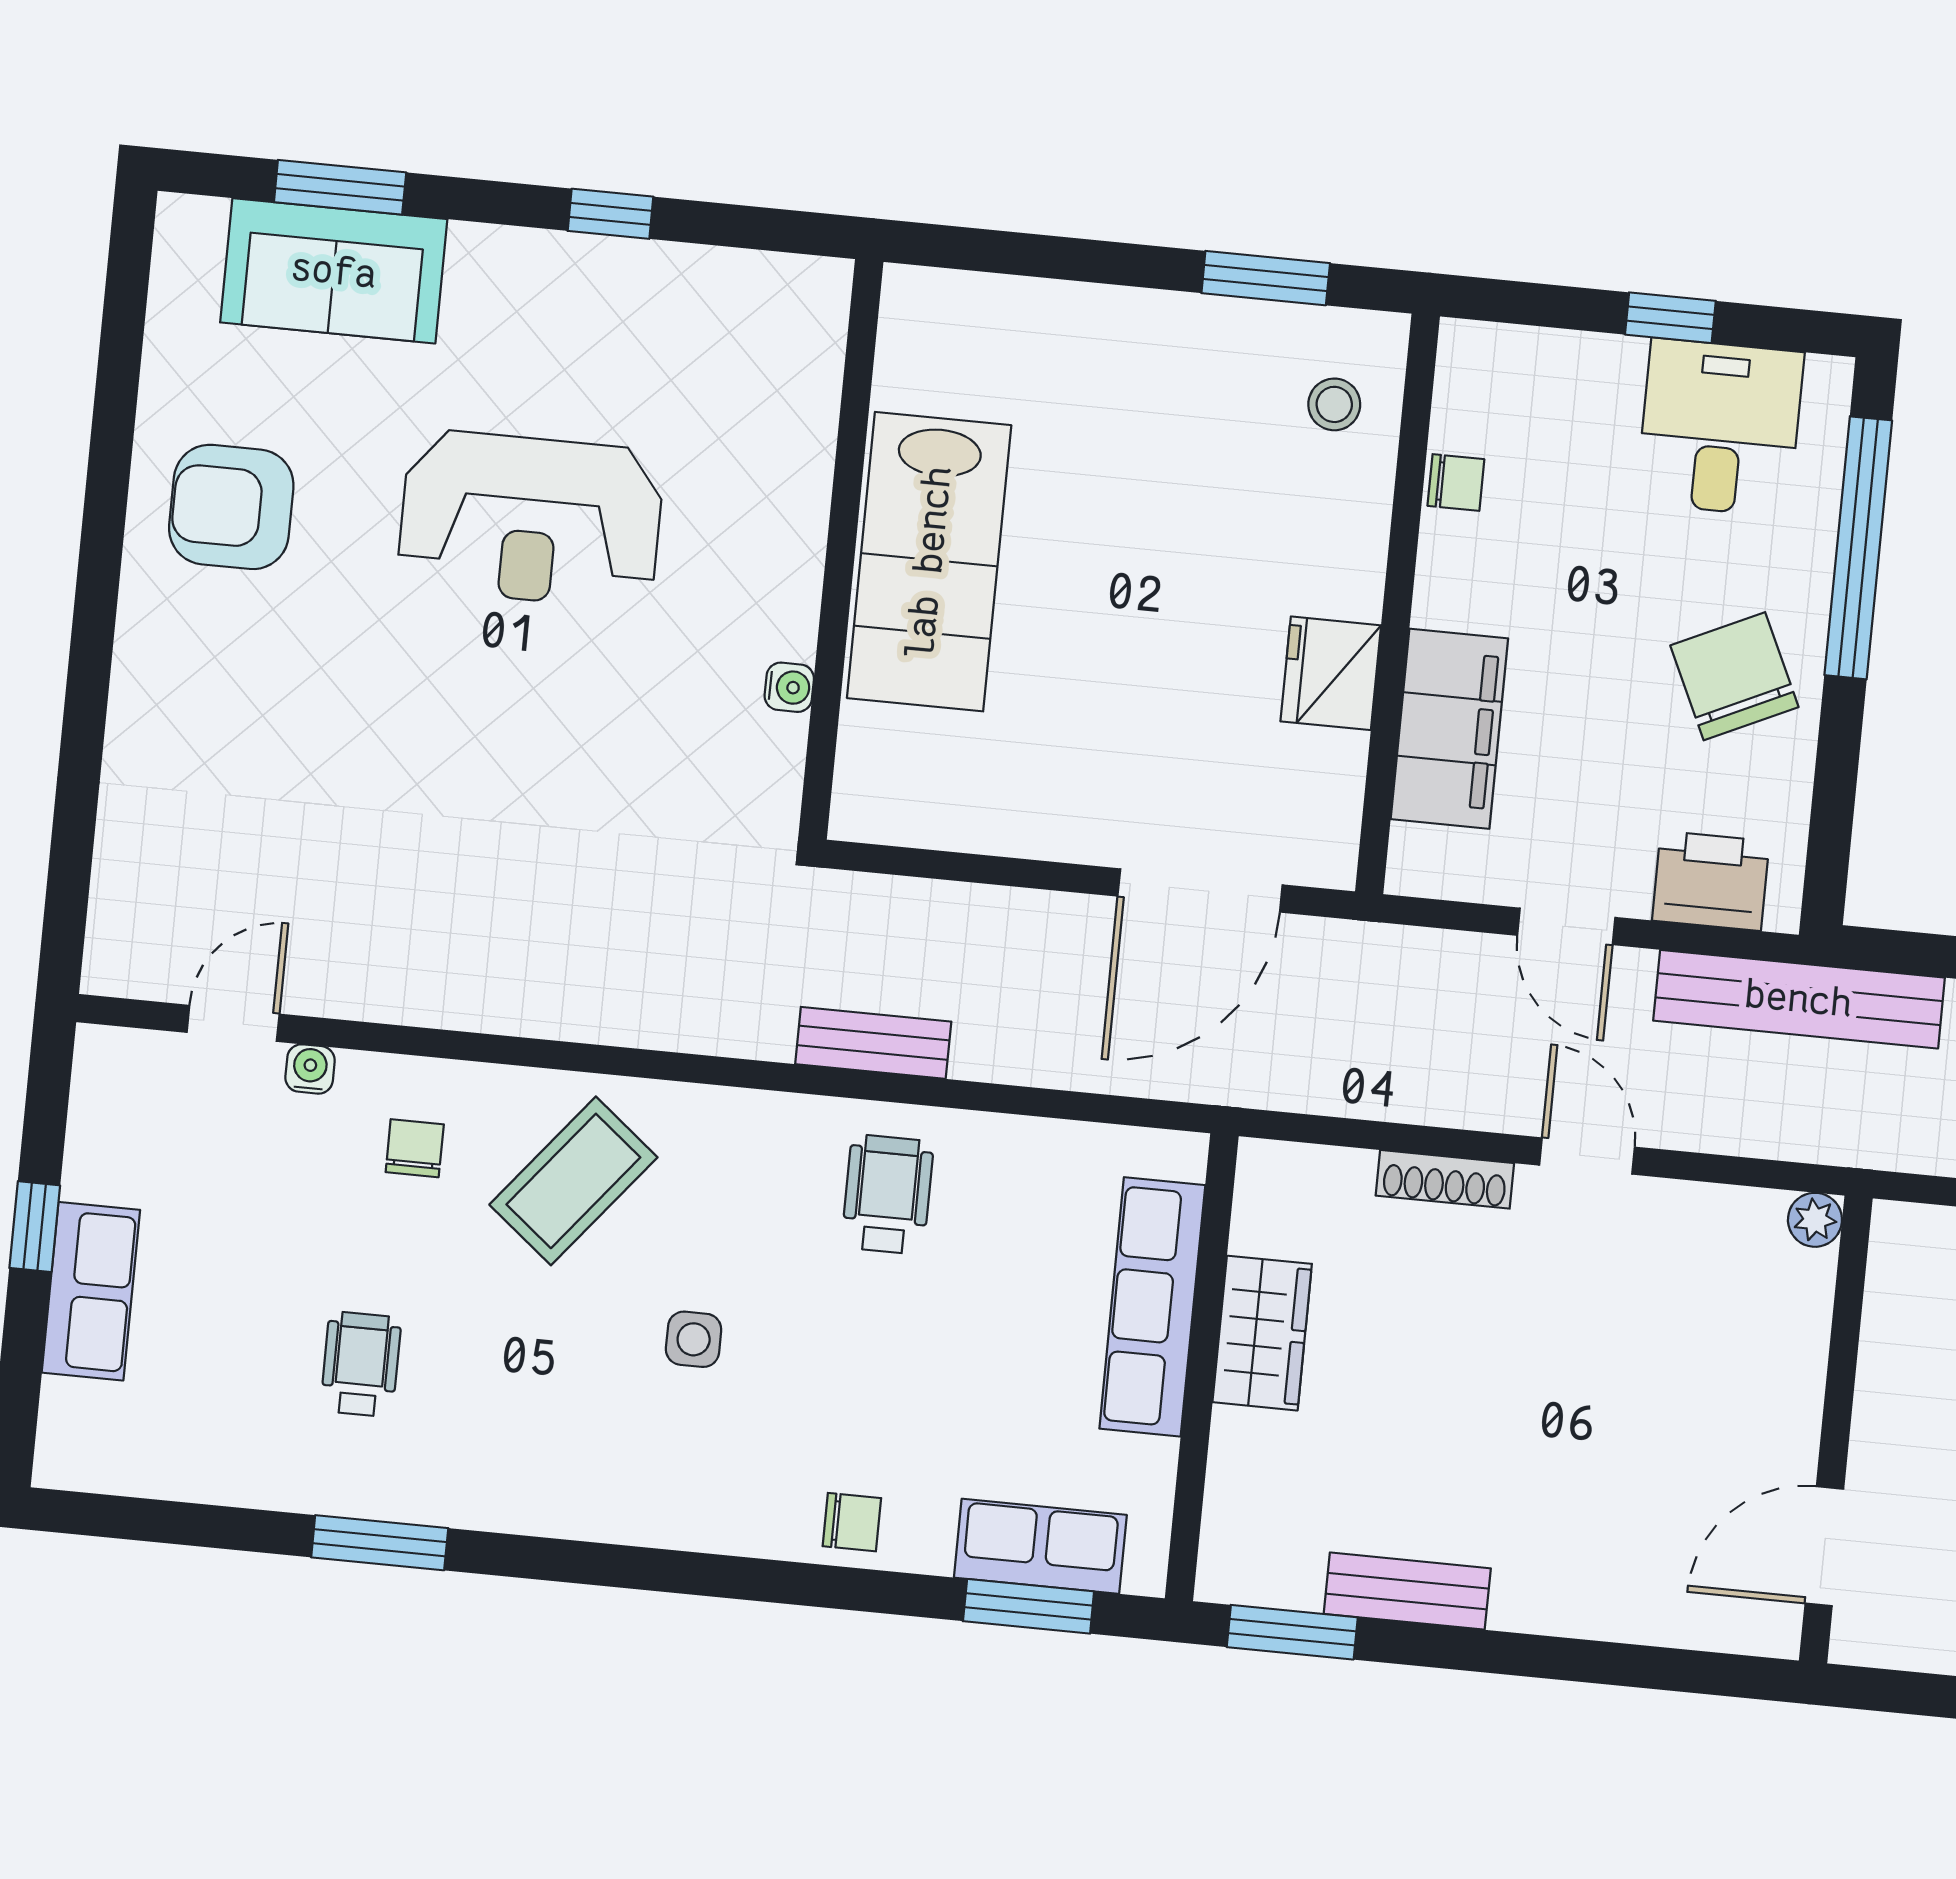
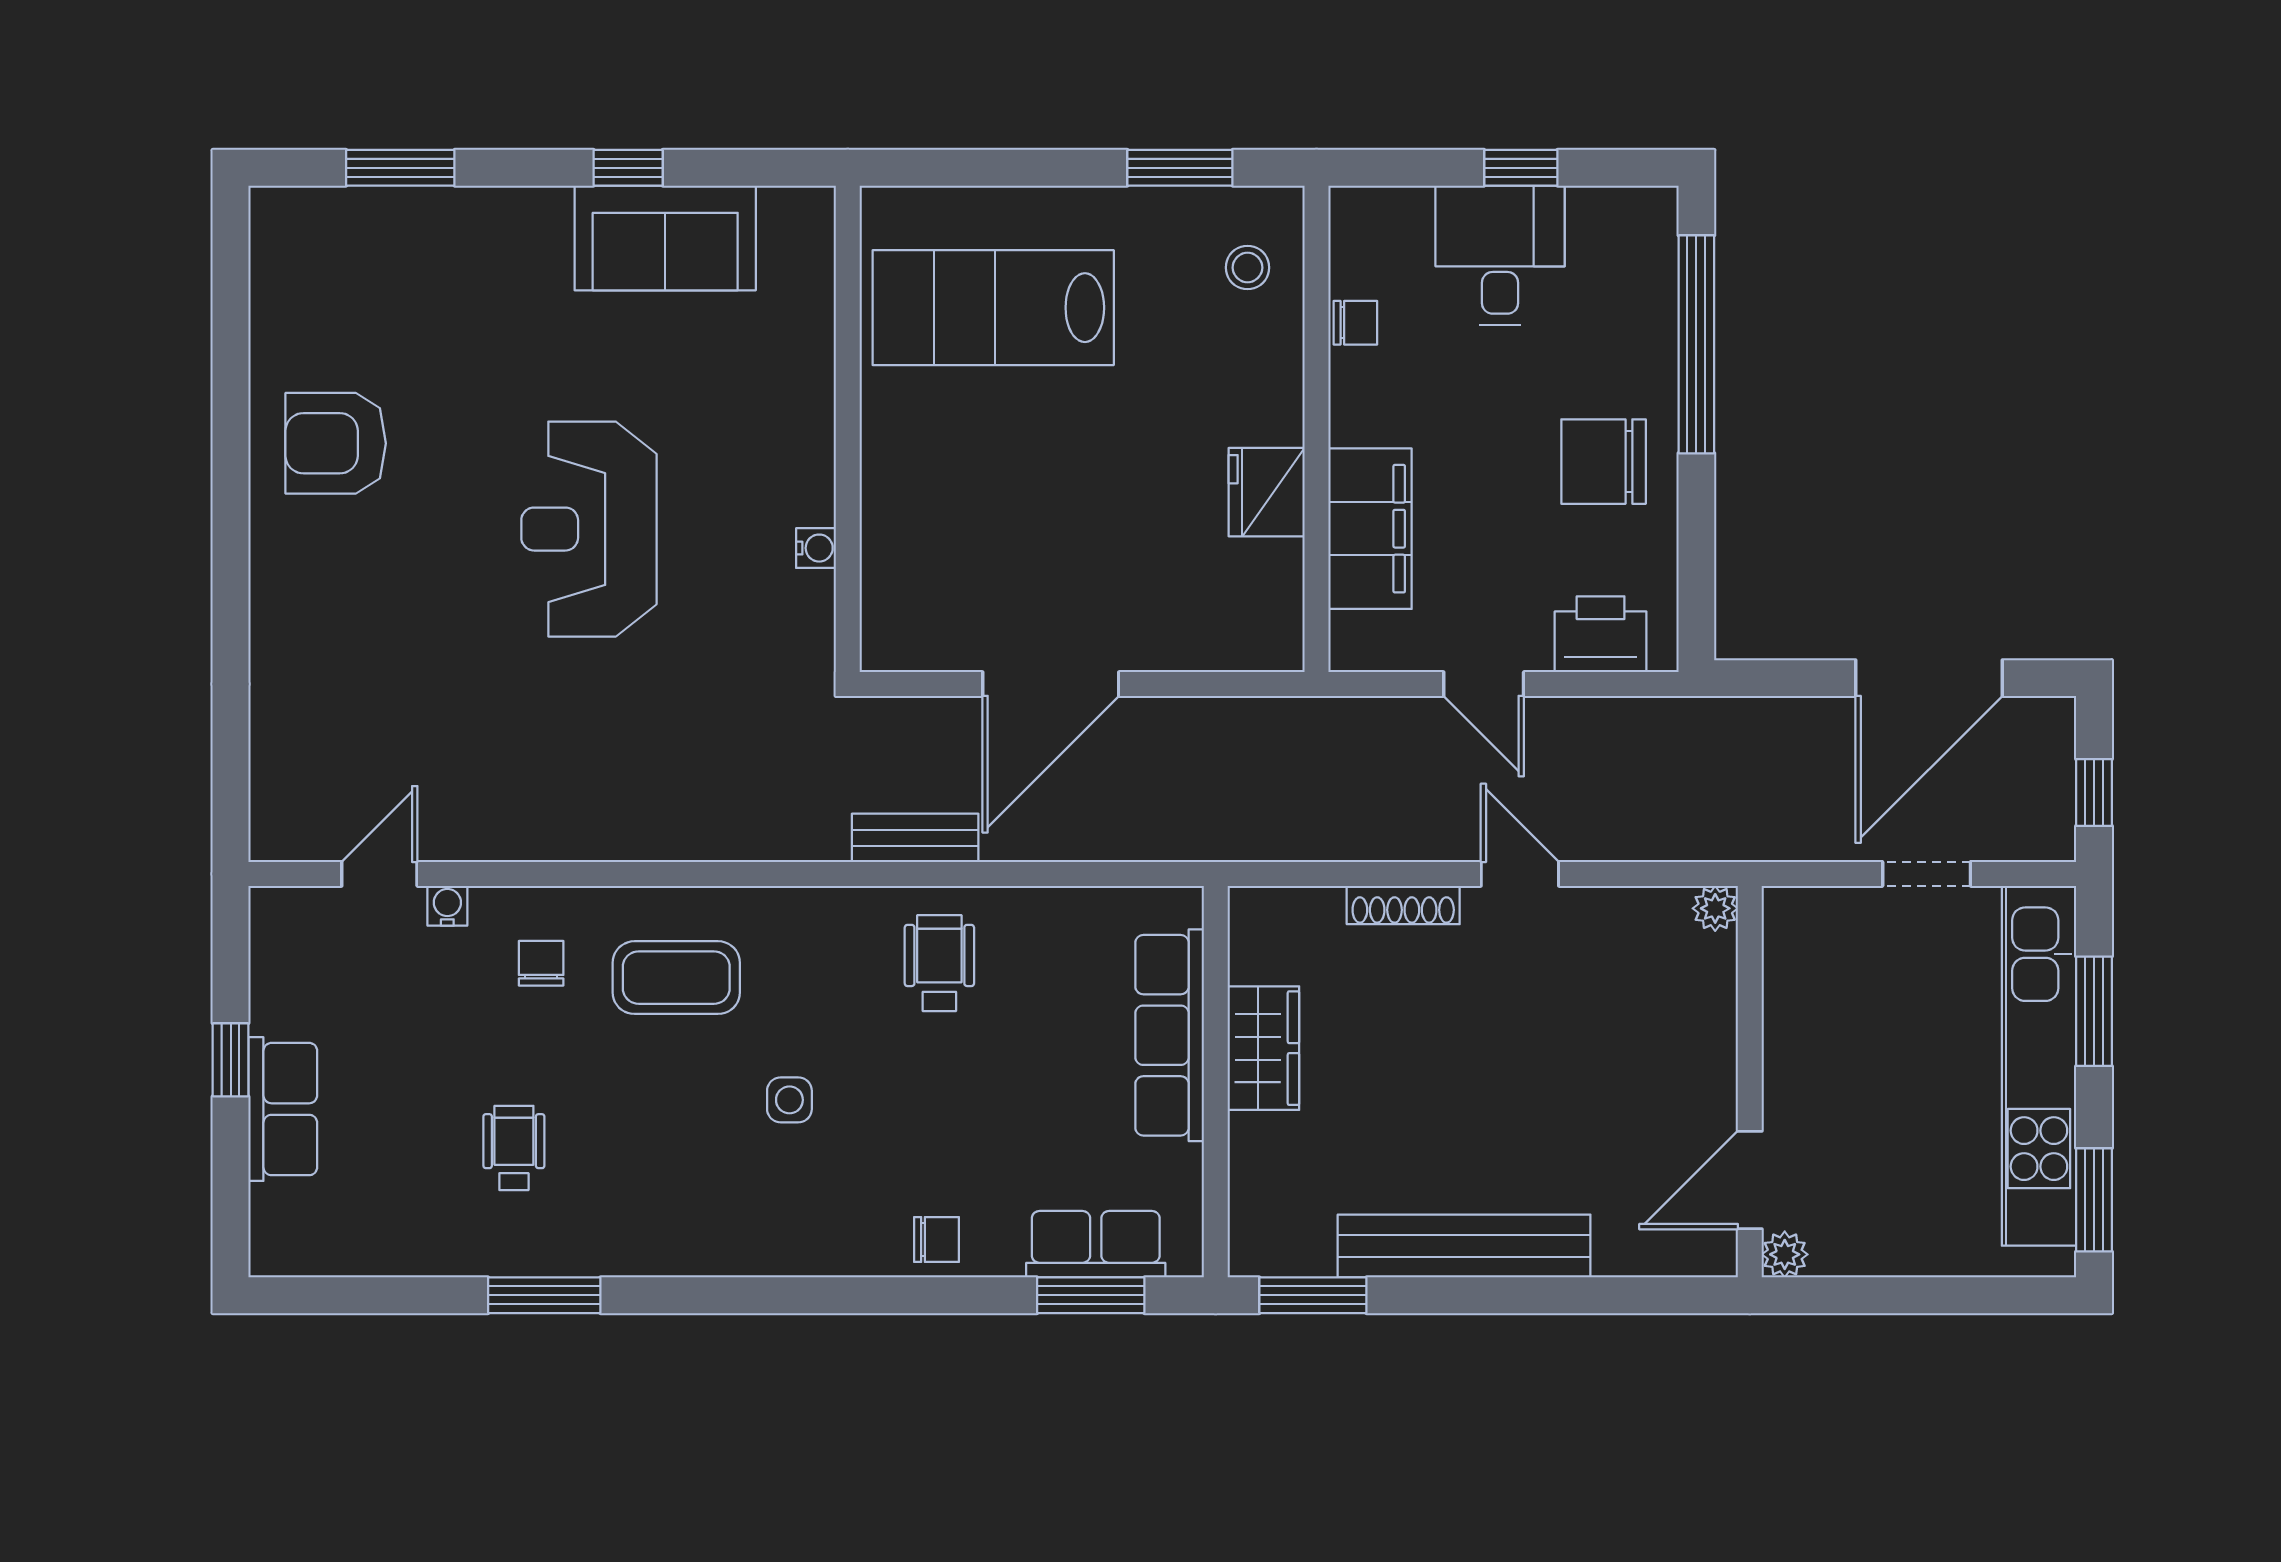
sofa: (334, 271) -> (665, 238), moved
desk: (1720, 427) -> (1500, 255), moved
reception desk: (531, 519) -> (589, 529), moved, turned 90
lab bench: (929, 562) -> (993, 308), moved, turned 90
chair: (1734, 676) -> (1604, 462), turned -65
door: (1200, 890) -> (1051, 684), moved
bench: (1799, 999) -> (1684, 726), removed
coffee table: (573, 1181) -> (676, 978), turned 51
bench: (1407, 1591) -> (1464, 1246), width x1.86, depth x1.21
plant: (1857, 1639) -> (1785, 1254), added

